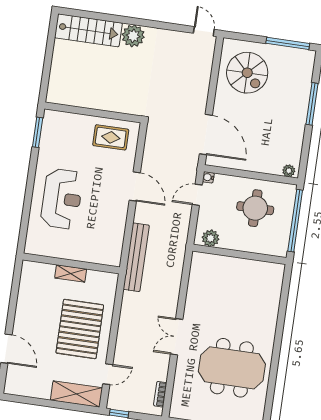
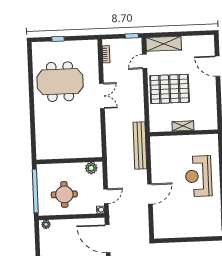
rug: (111, 137) -> (173, 225), removed
door: (135, 186) -> (150, 194), swing flipped
pallet: (80, 329) -> (170, 89), turned 90

